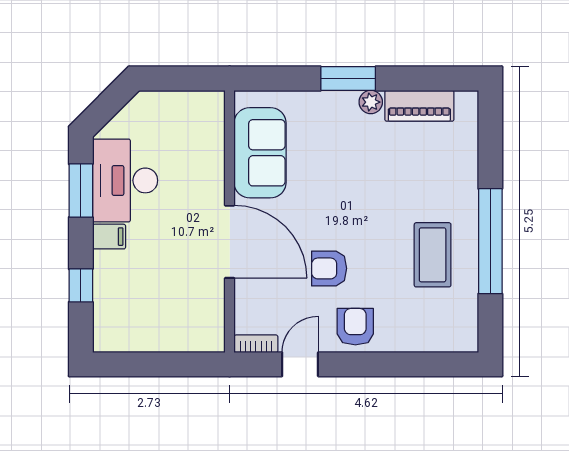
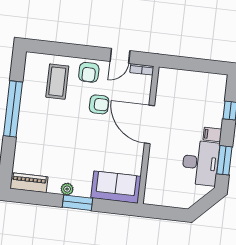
piano: (419, 106) -> (29, 183), moved
sofa: (260, 153) -> (116, 187), moved, turned 90
coffee table: (433, 255) -> (57, 82), moved

